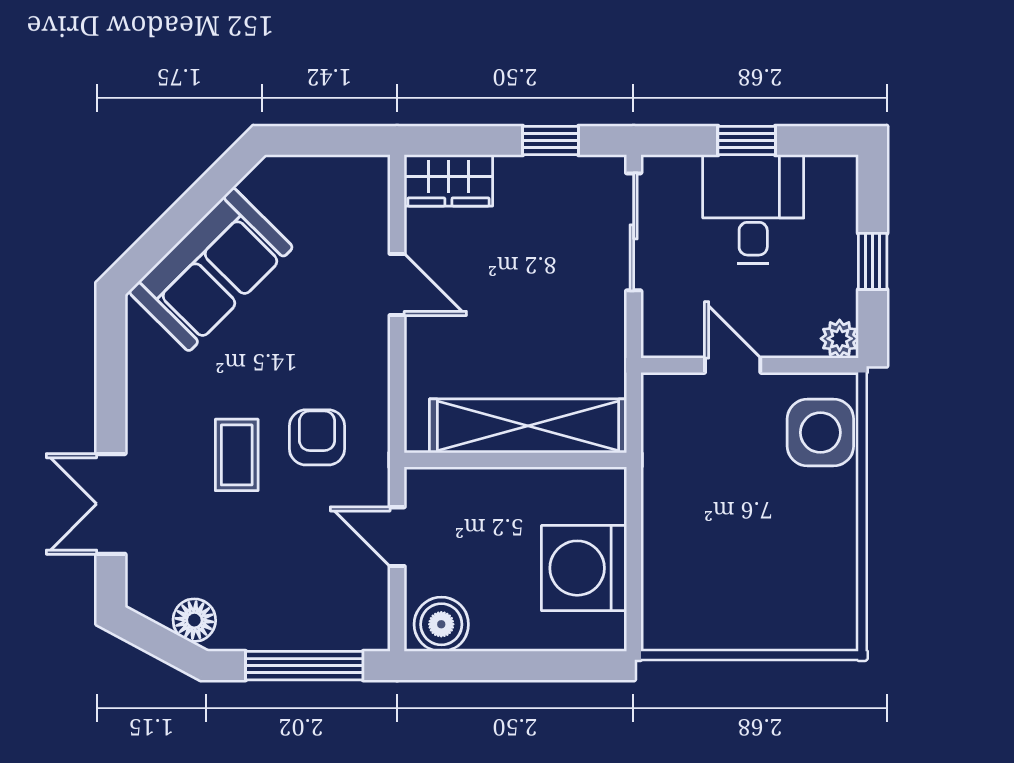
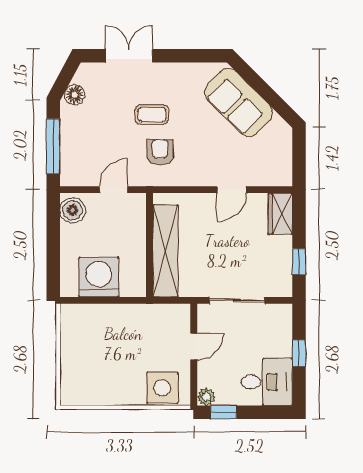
desk: (753, 209) -> (267, 382), moved
sliding door: (634, 232) -> (237, 300), moved
window: (873, 261) -> (224, 412), moved
armchair: (317, 437) -> (160, 152), turned -90

